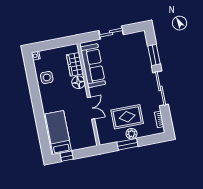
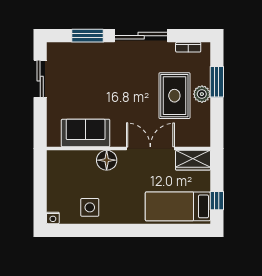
sliding door: (111, 33) -> (40, 79), moved
wardrobe: (75, 64) -> (193, 160), moved
sofa: (93, 66) -> (86, 133), width x0.73
double door: (91, 108) -> (150, 149), width x1.37
window: (127, 144) -> (217, 82), moved

